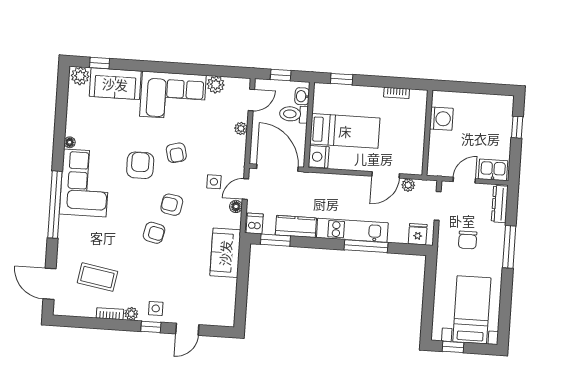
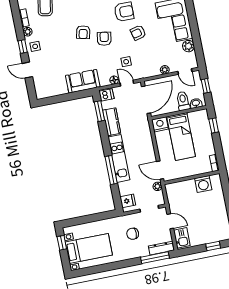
washing machine: (441, 119) -> (203, 184), moved
wall: (427, 133) -> (192, 177), moved
window: (509, 247) -> (155, 258), moved

